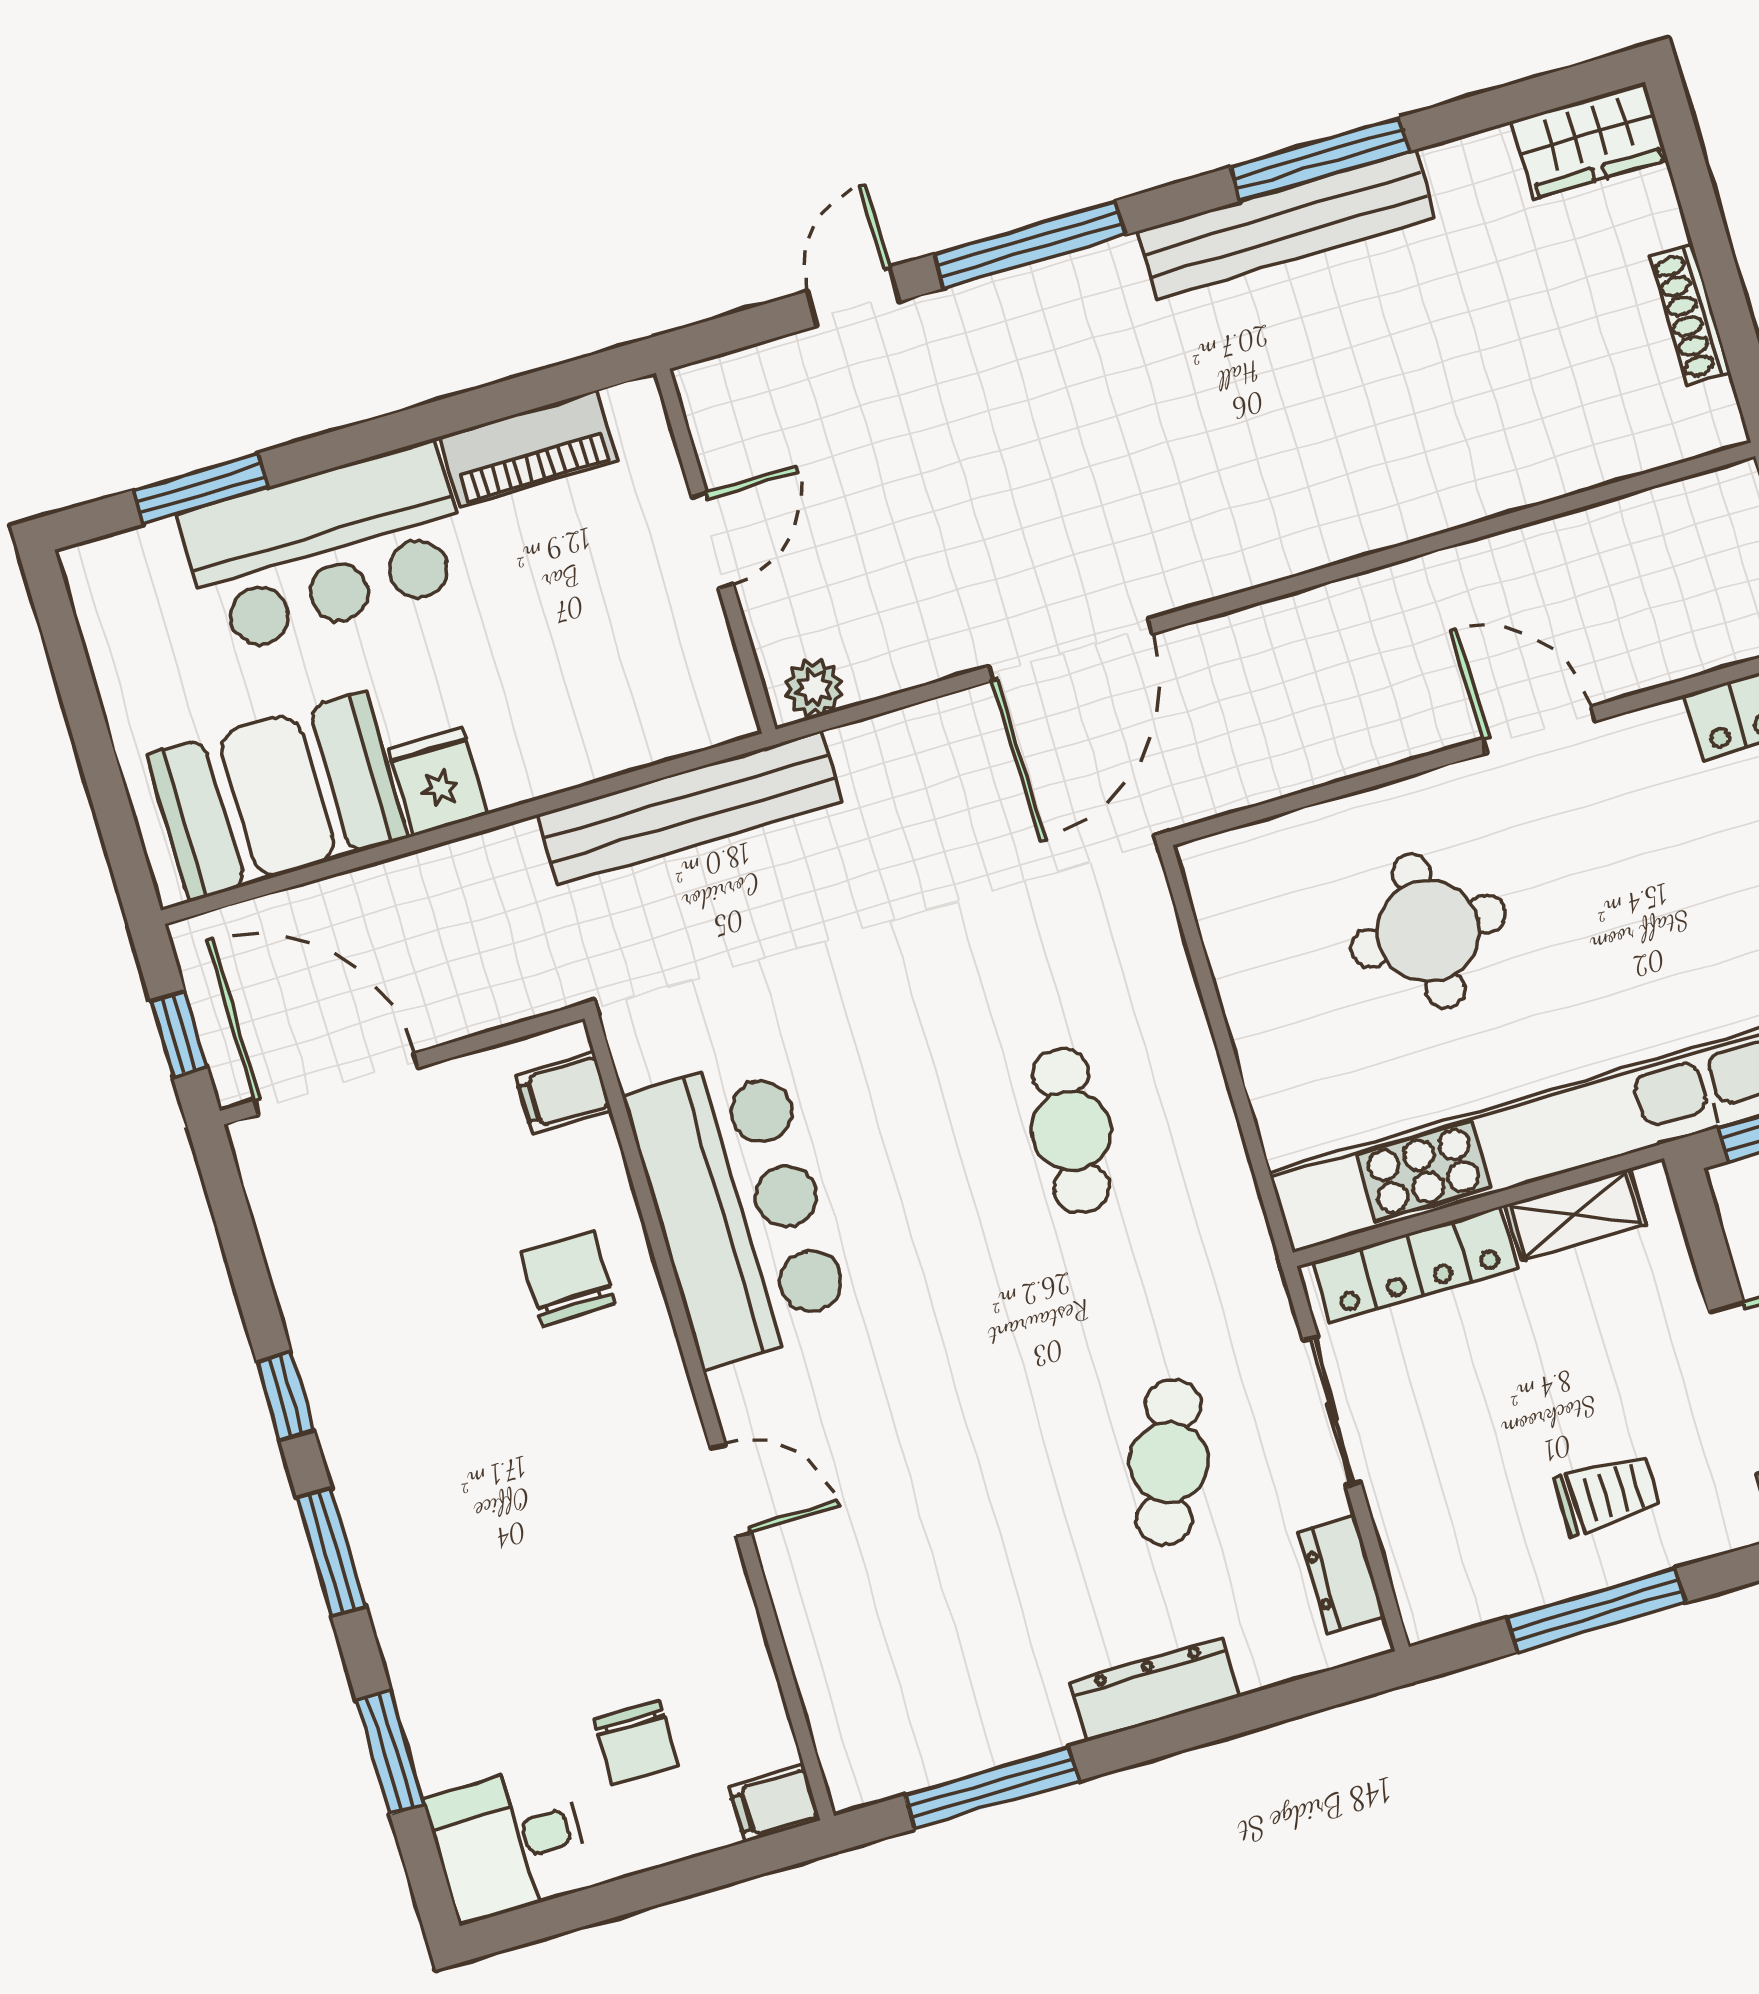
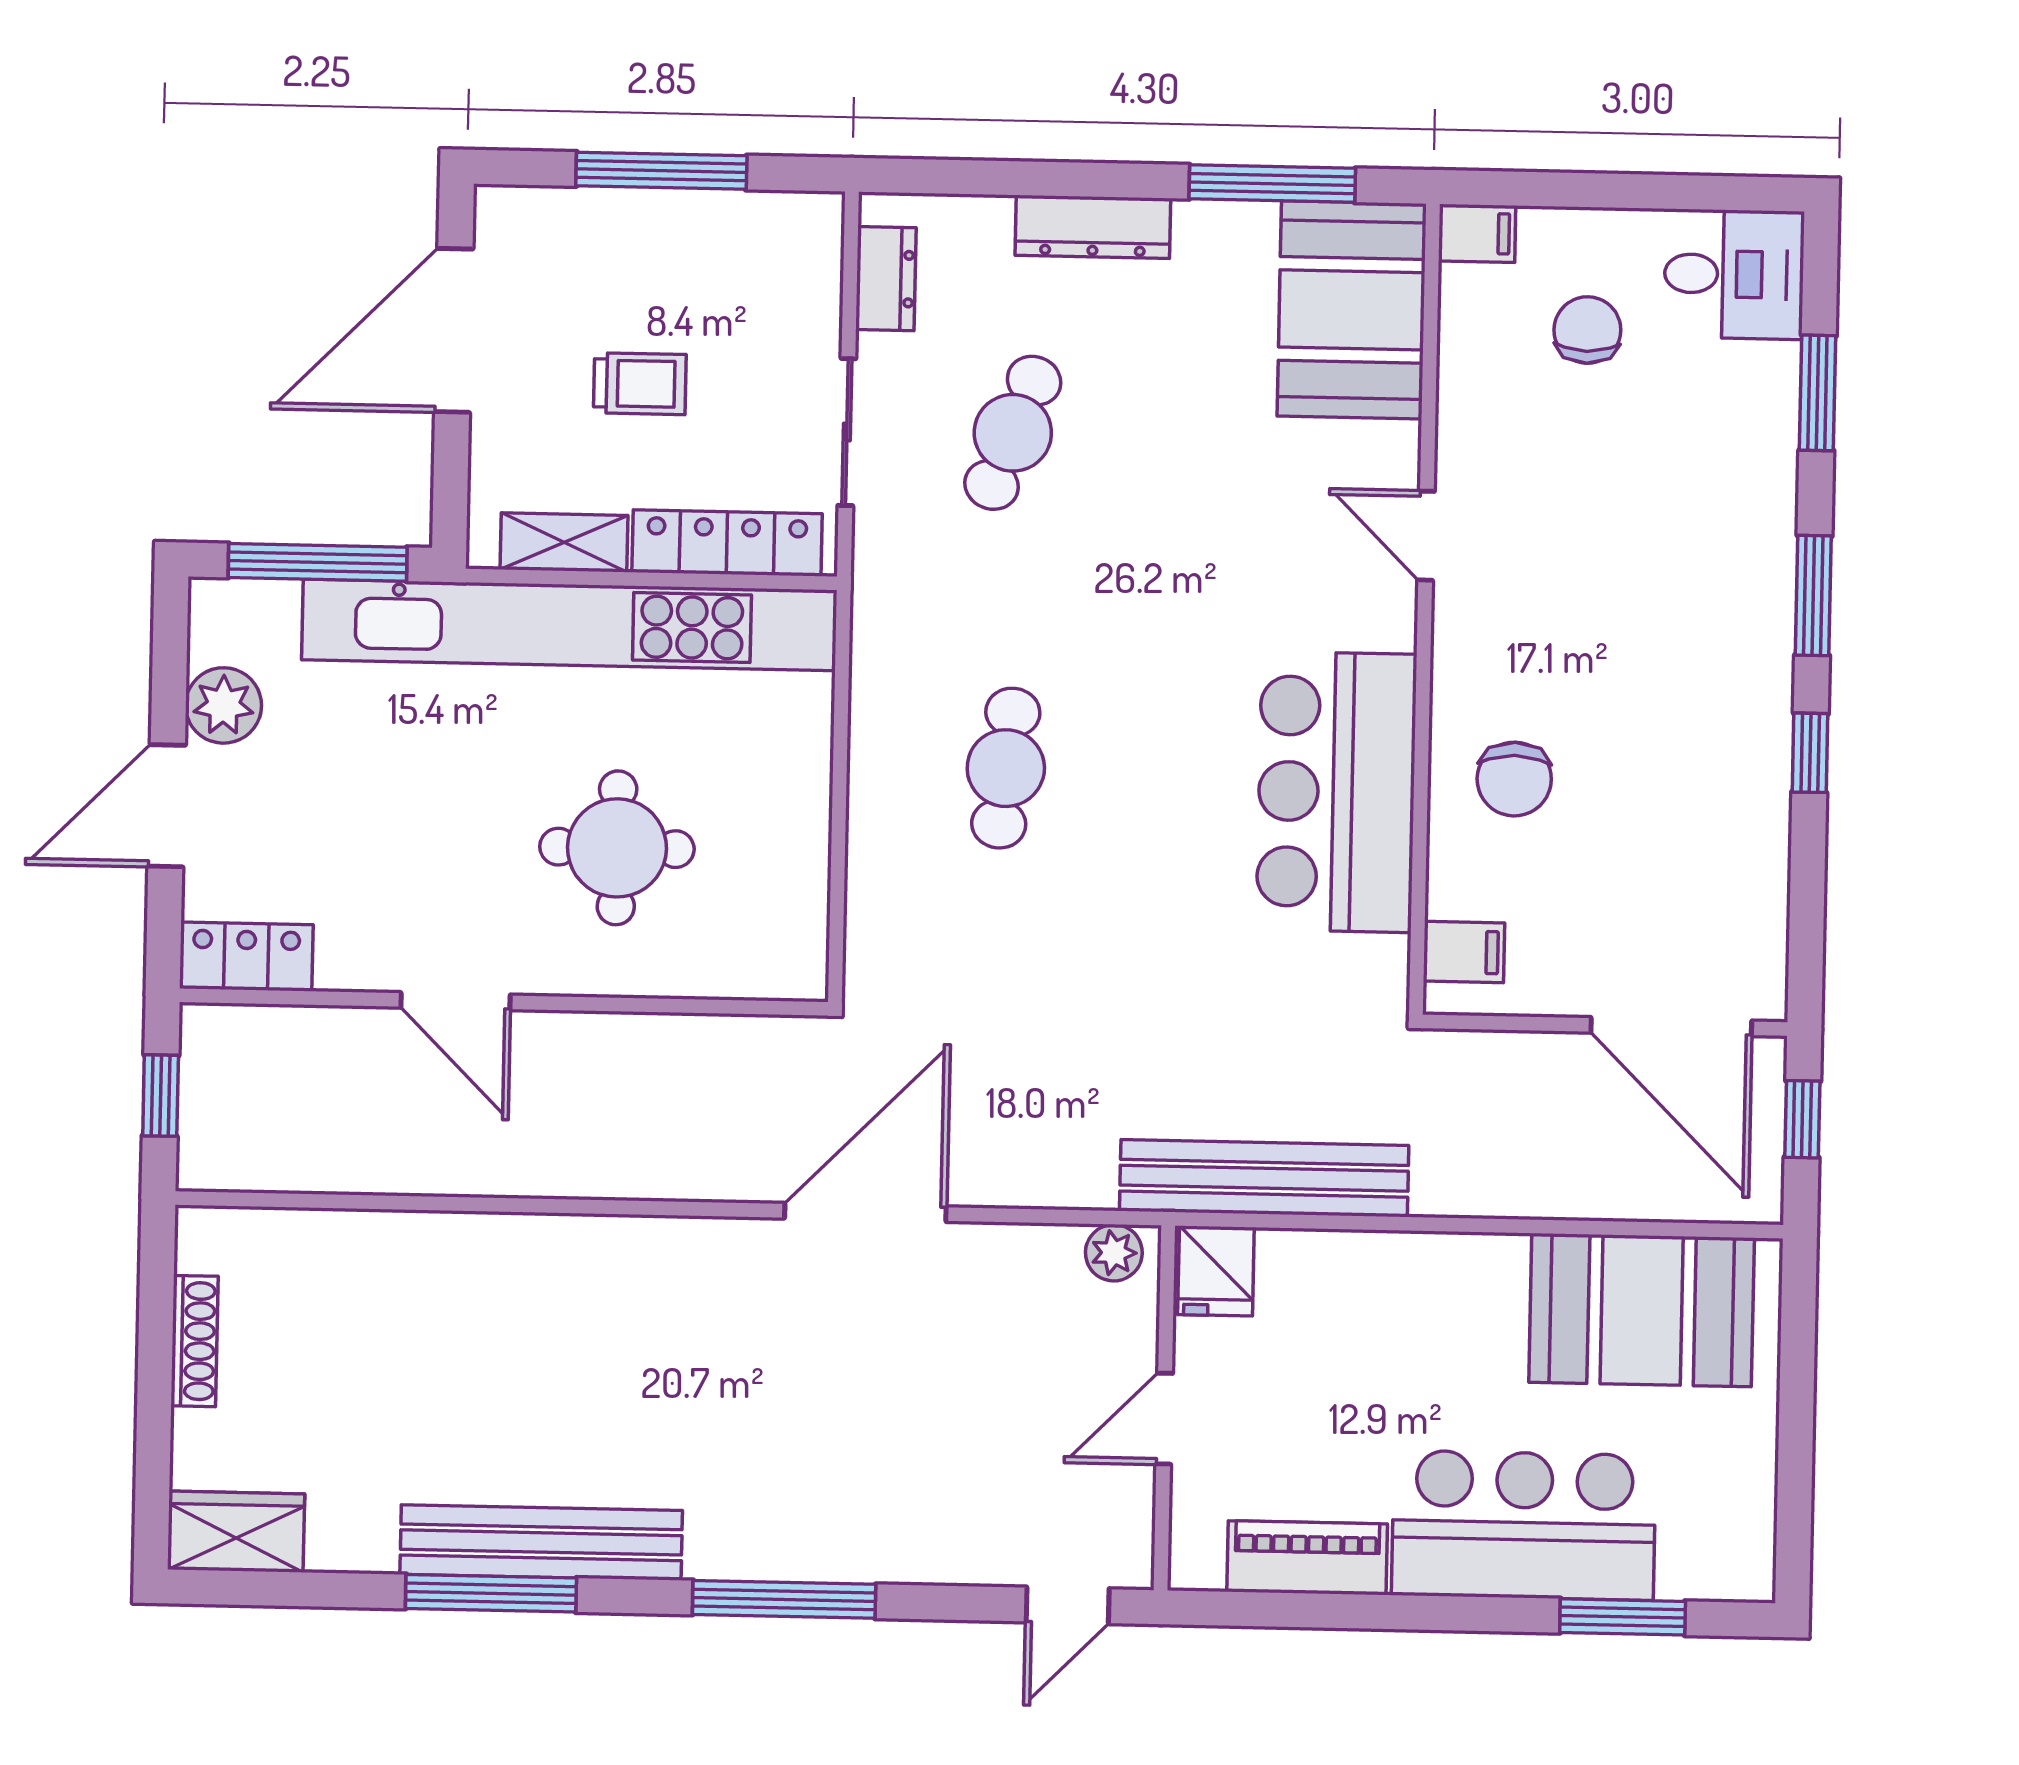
door: (854, 296) -> (1068, 1605), moved
fridge: (438, 781) -> (1216, 1271), moved
trolley: (1607, 1494) -> (640, 384), moved, turned 180
booth: (874, 1689) -> (1352, 310), added

